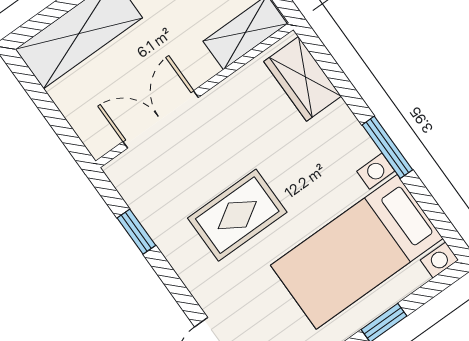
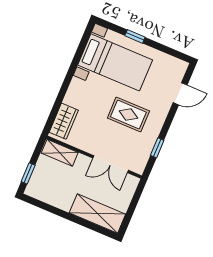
window: (387, 147) -> (70, 75), removed

